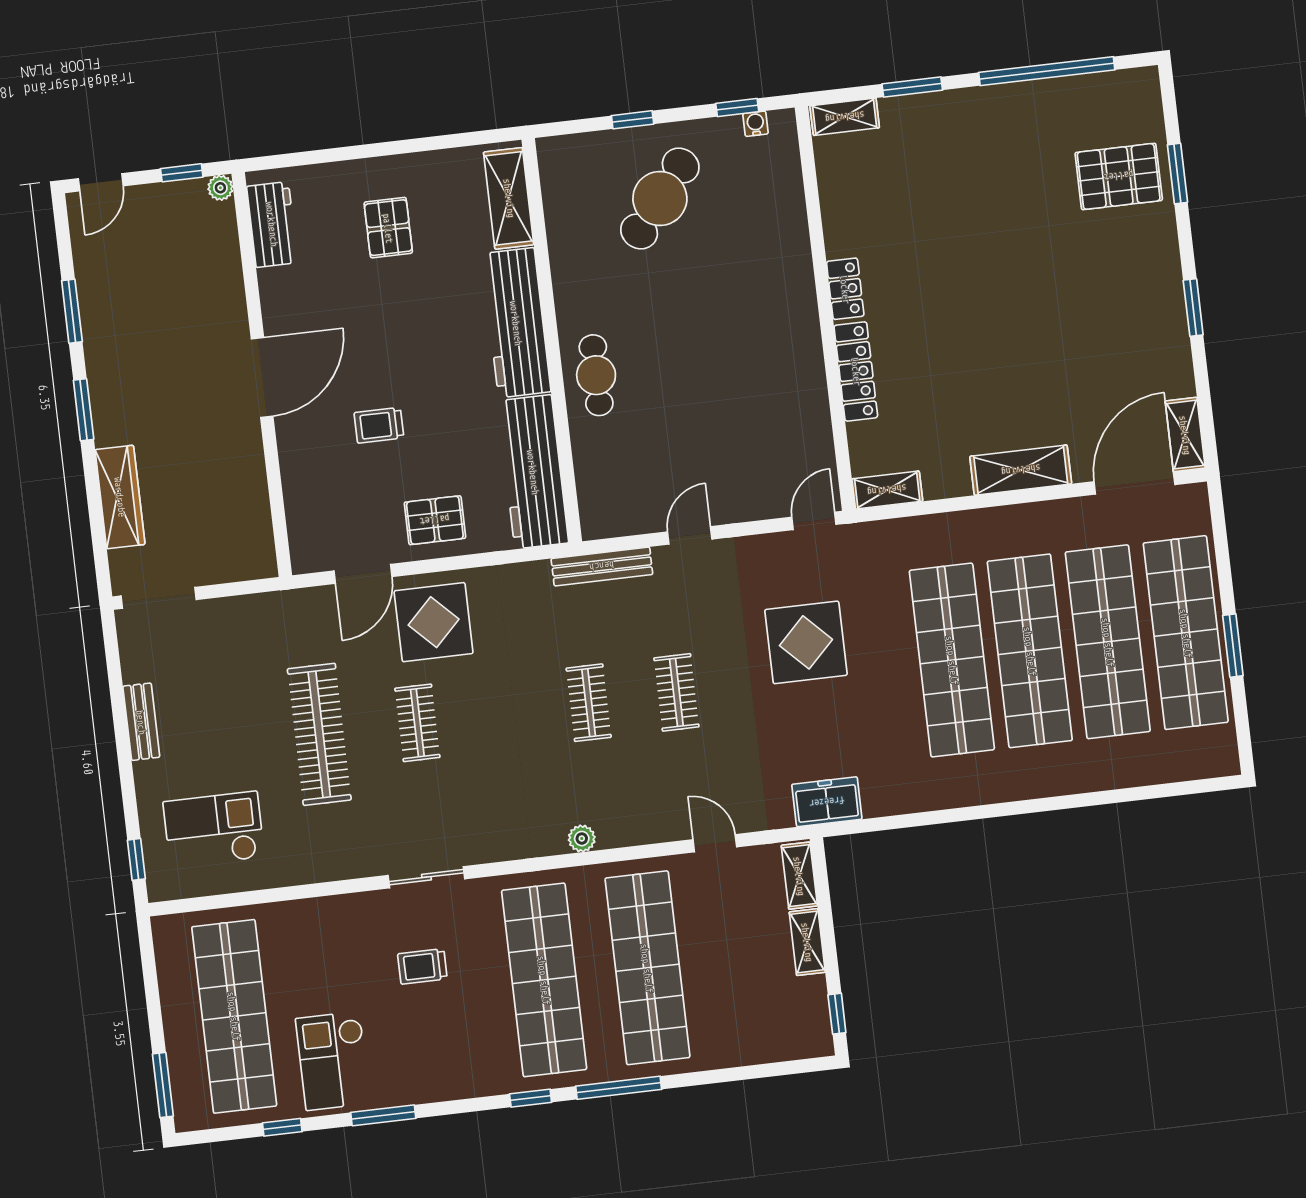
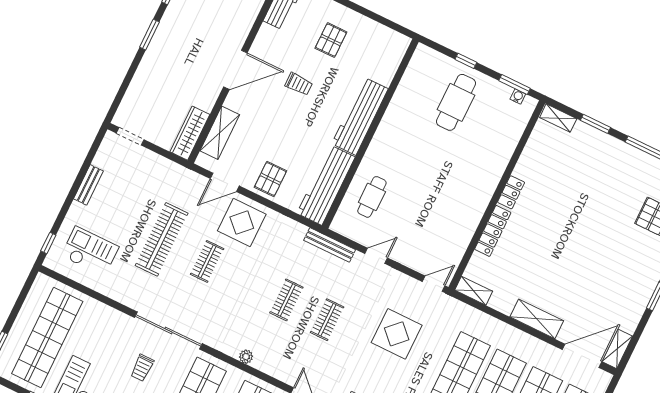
window: (737, 108) -> (514, 84), width x1.50
shelving: (509, 198) -> (220, 133), moved
cafe table: (660, 199) -> (456, 102), turned -39
cafe table: (596, 375) -> (372, 197), moved
trolley: (379, 425) -> (299, 84), moved, turned 180
wardrobe: (120, 497) -> (190, 133), moved, turned 180
pallet: (435, 520) -> (270, 179), turned 90
doorway: (159, 598) -> (130, 136), width x0.73
sliding door: (426, 877) -> (168, 330), width x1.86
trolley: (422, 966) -> (142, 368), turned -90

